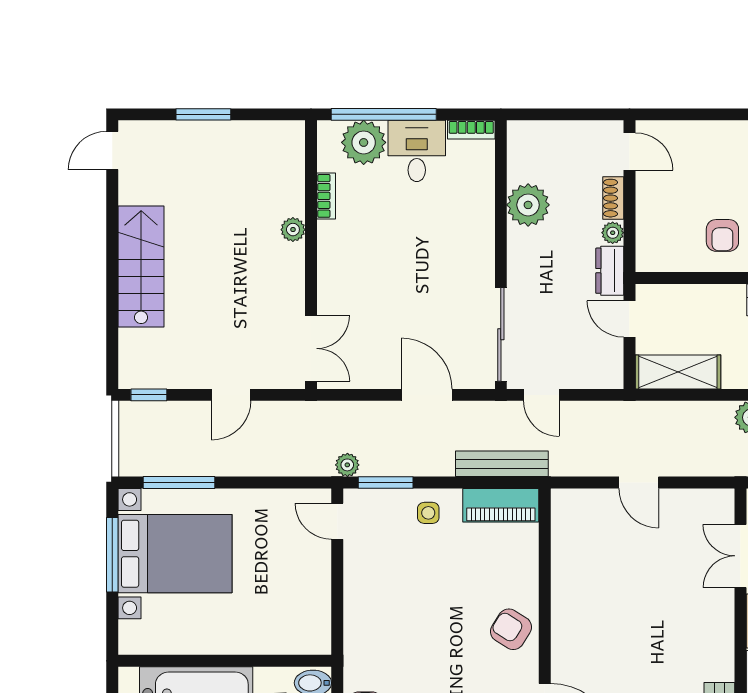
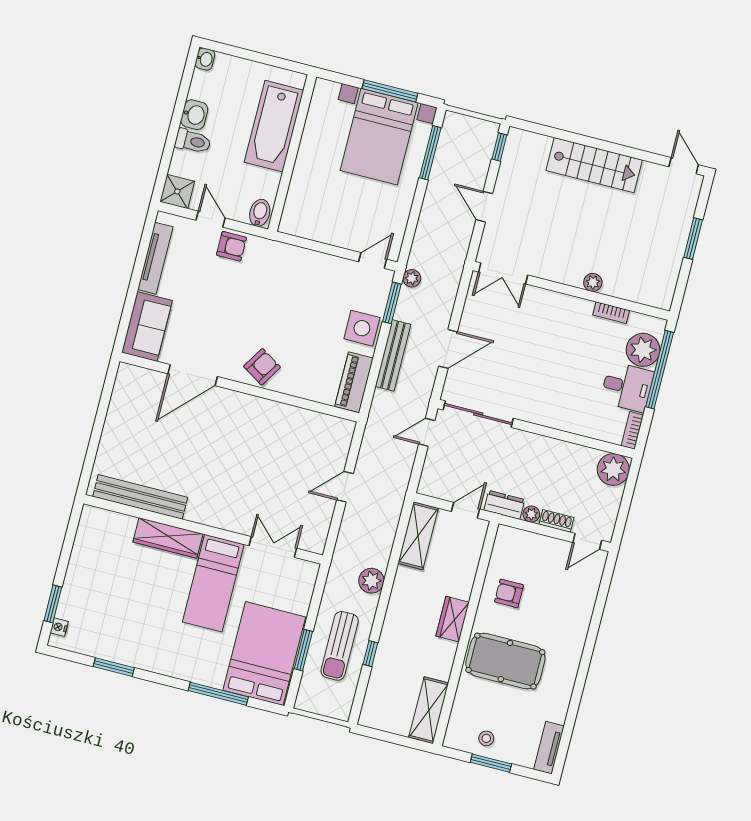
plant: (528, 205) -> (613, 469), moved
bench: (502, 464) -> (393, 355), moved
side table: (428, 513) -> (362, 328), width x1.87, depth x1.87

